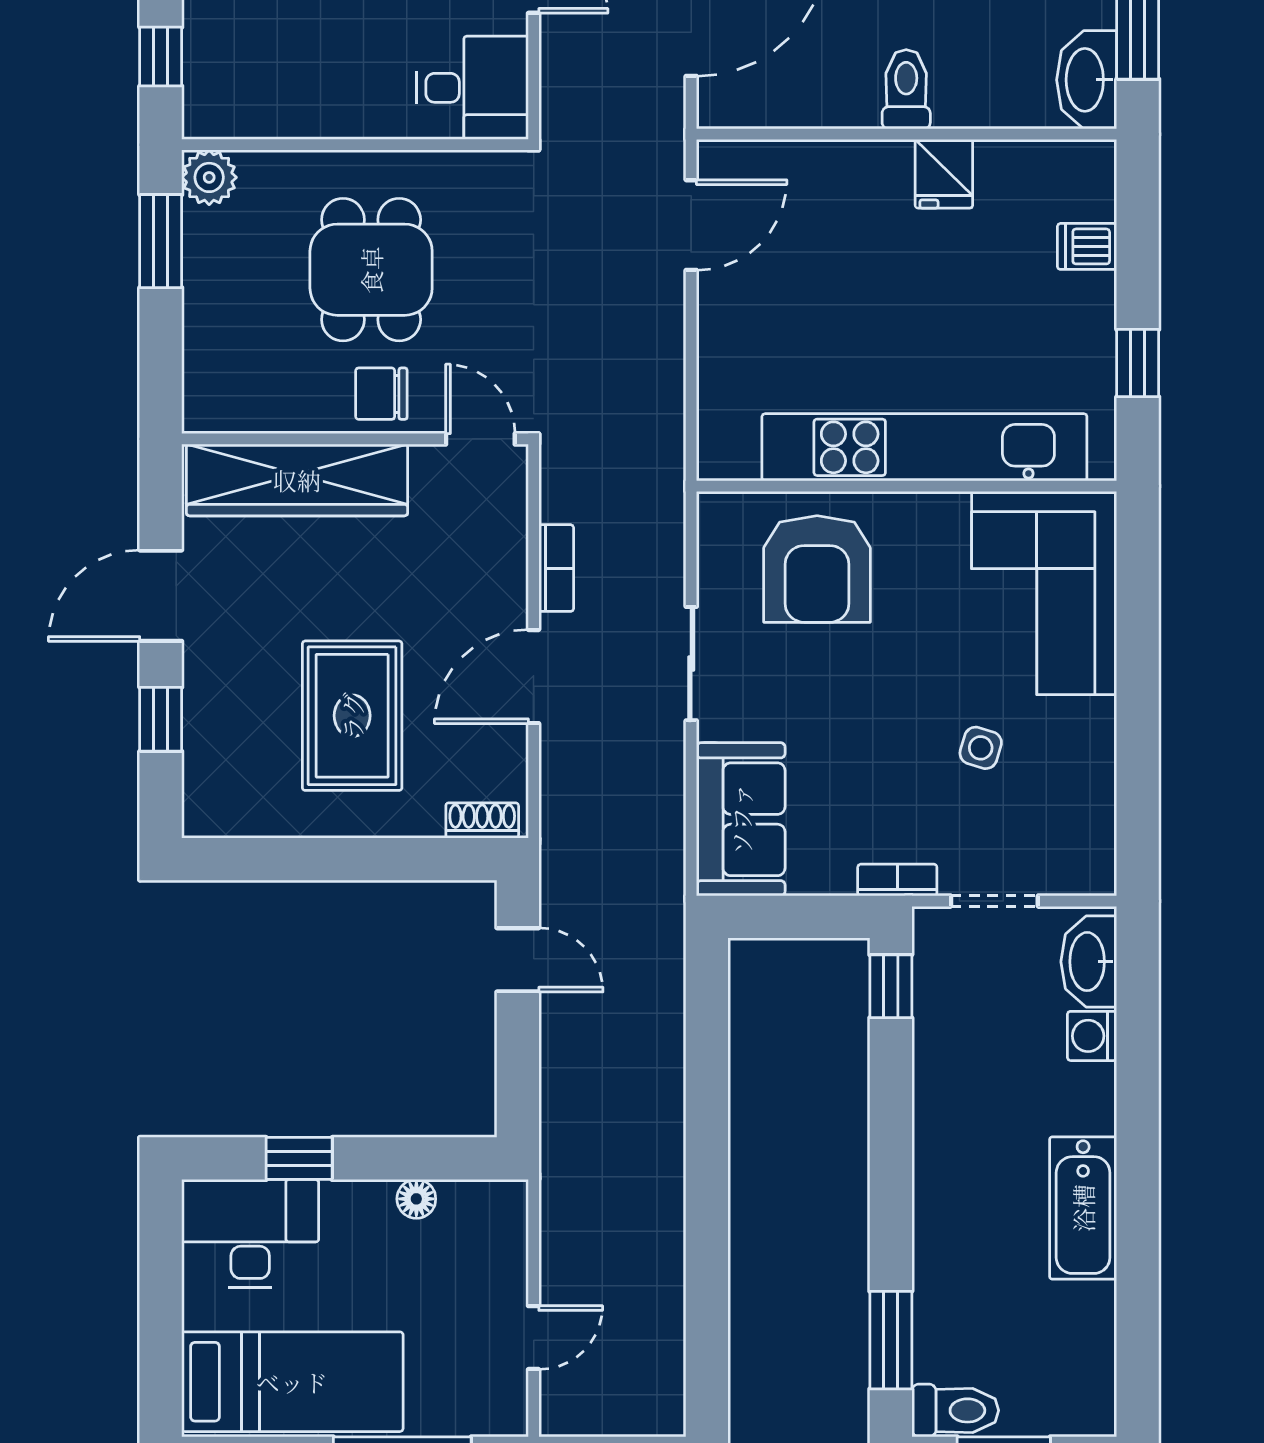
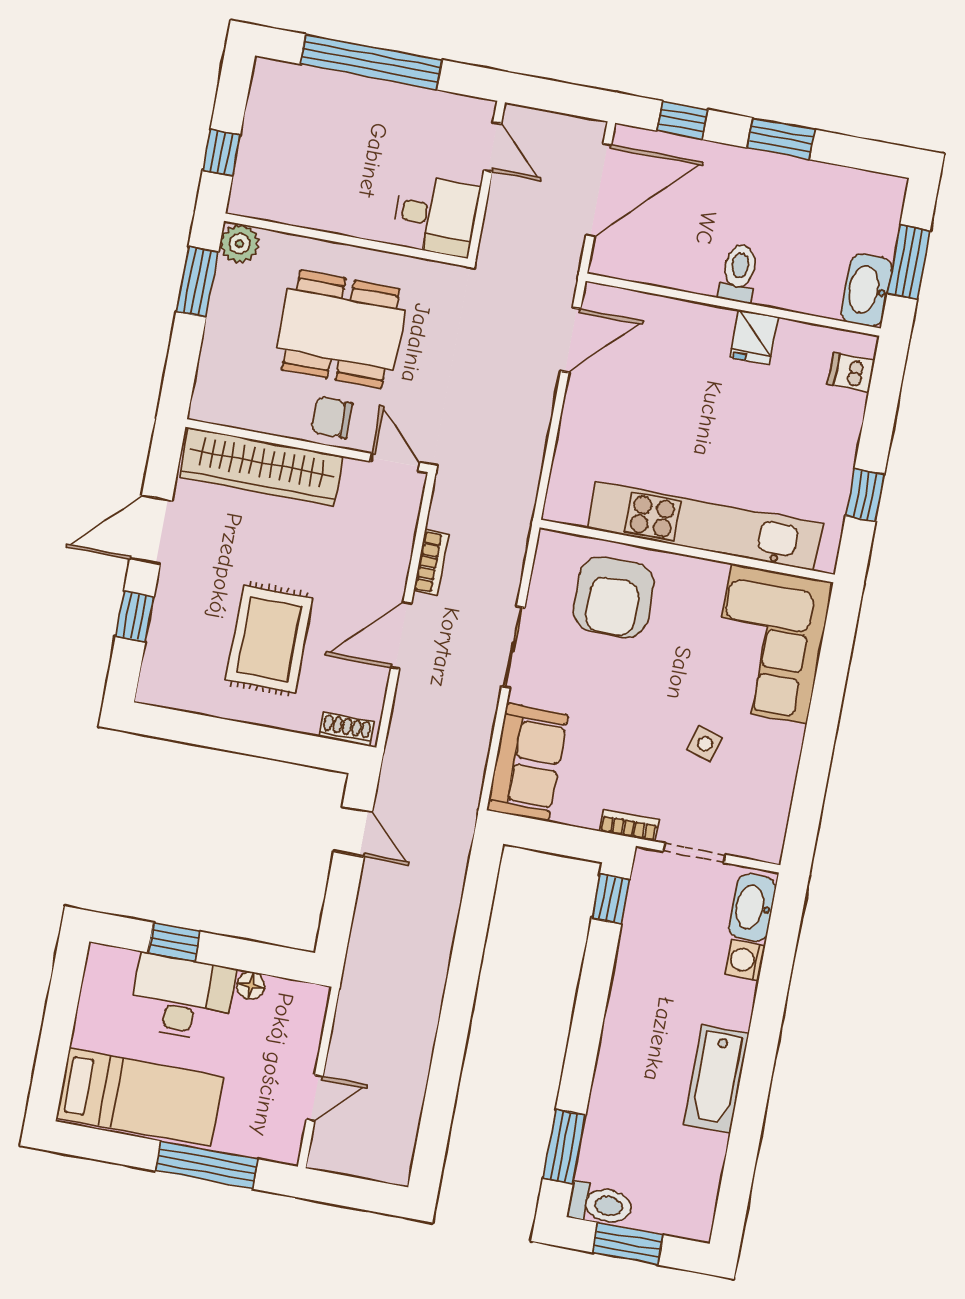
dishwasher: (1087, 246) -> (851, 372), moved
dining table: (371, 270) -> (341, 329), width x1.38
desk: (250, 1233) -> (182, 998), moved

